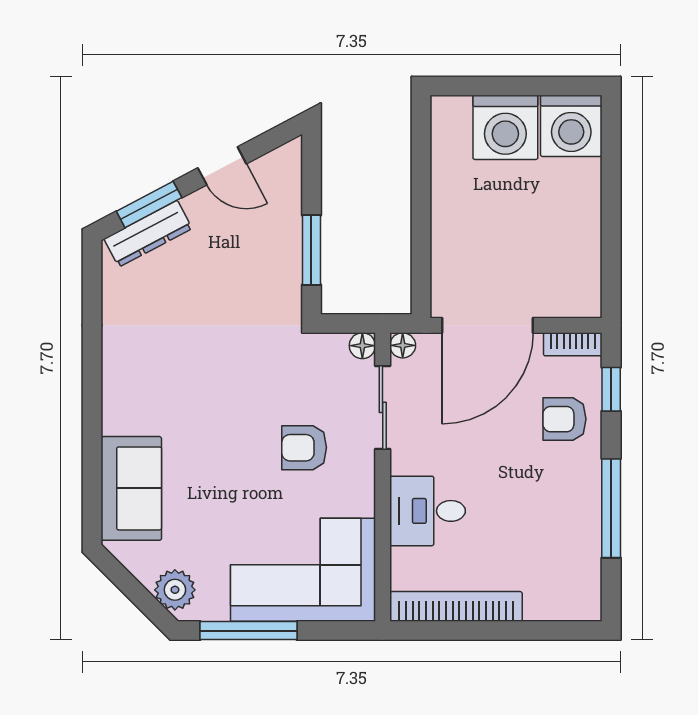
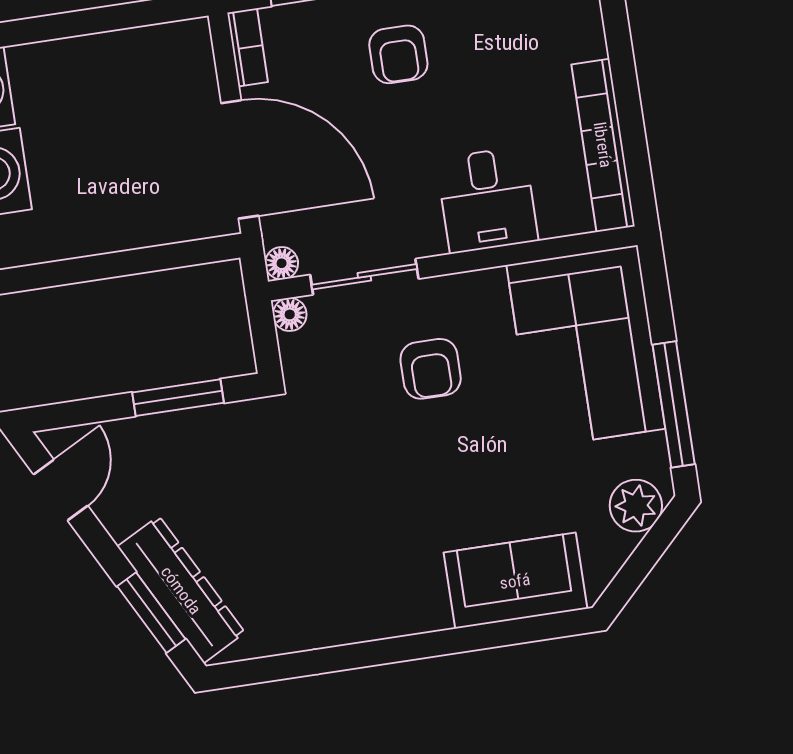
door: (222, 166) -> (61, 490), moved
dresser: (148, 234) -> (181, 590), width x1.37, depth x1.24
armchair: (564, 419) -> (398, 54), moved

